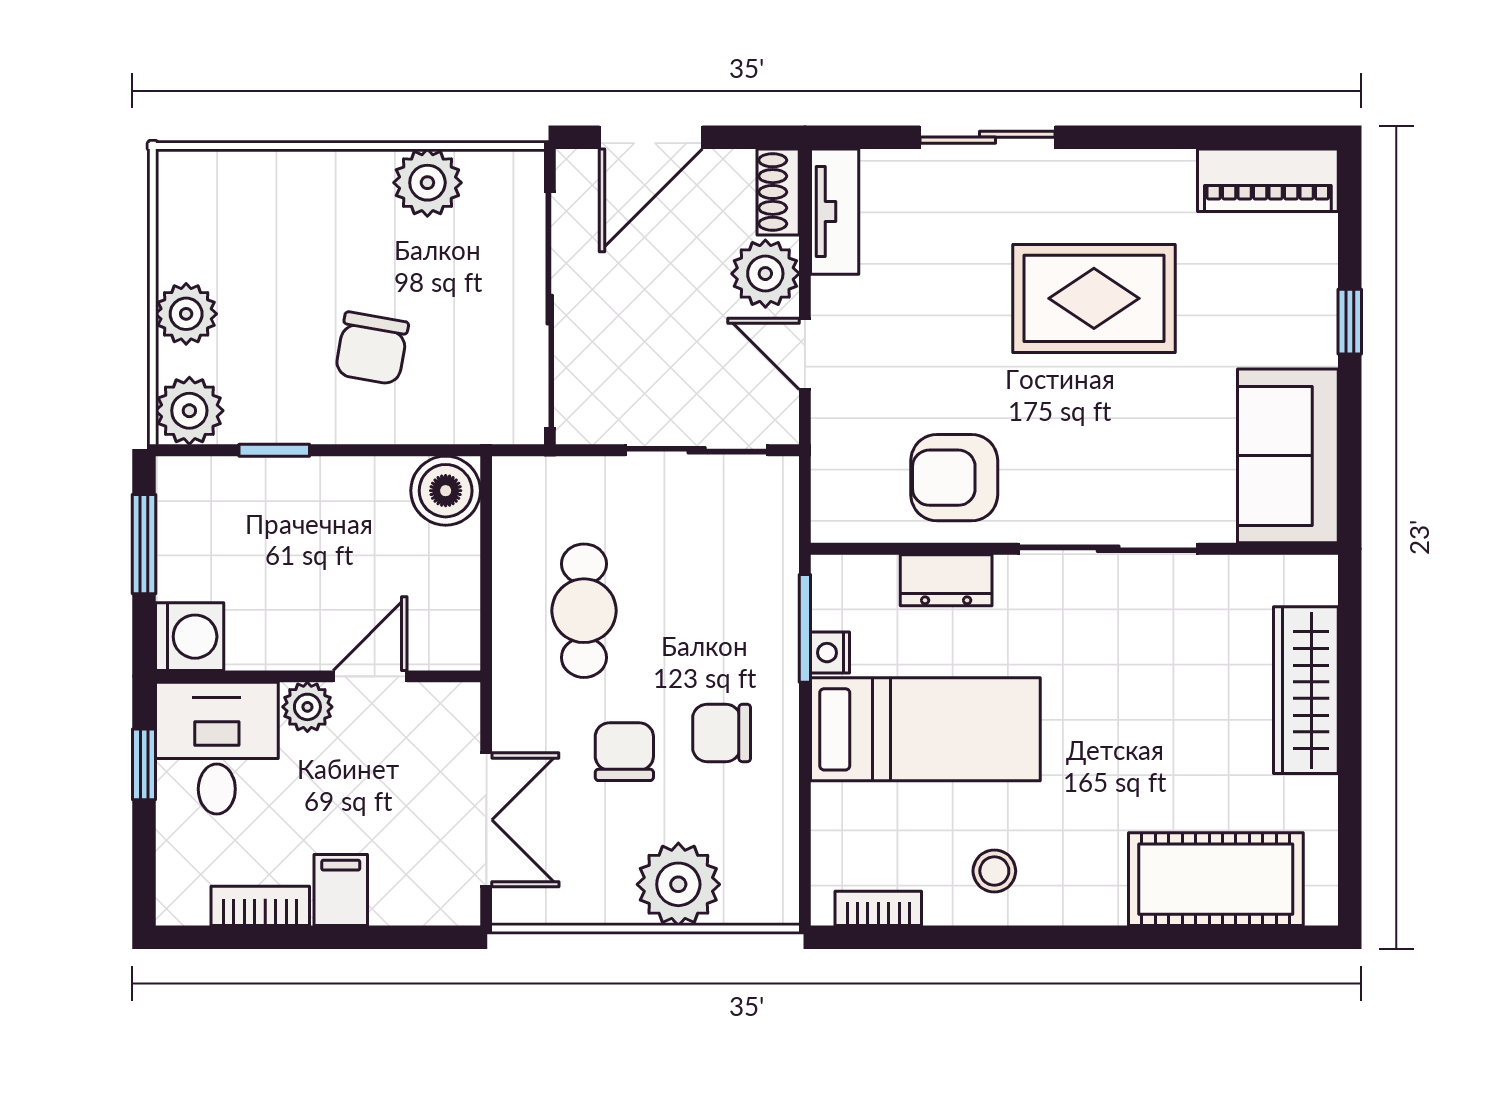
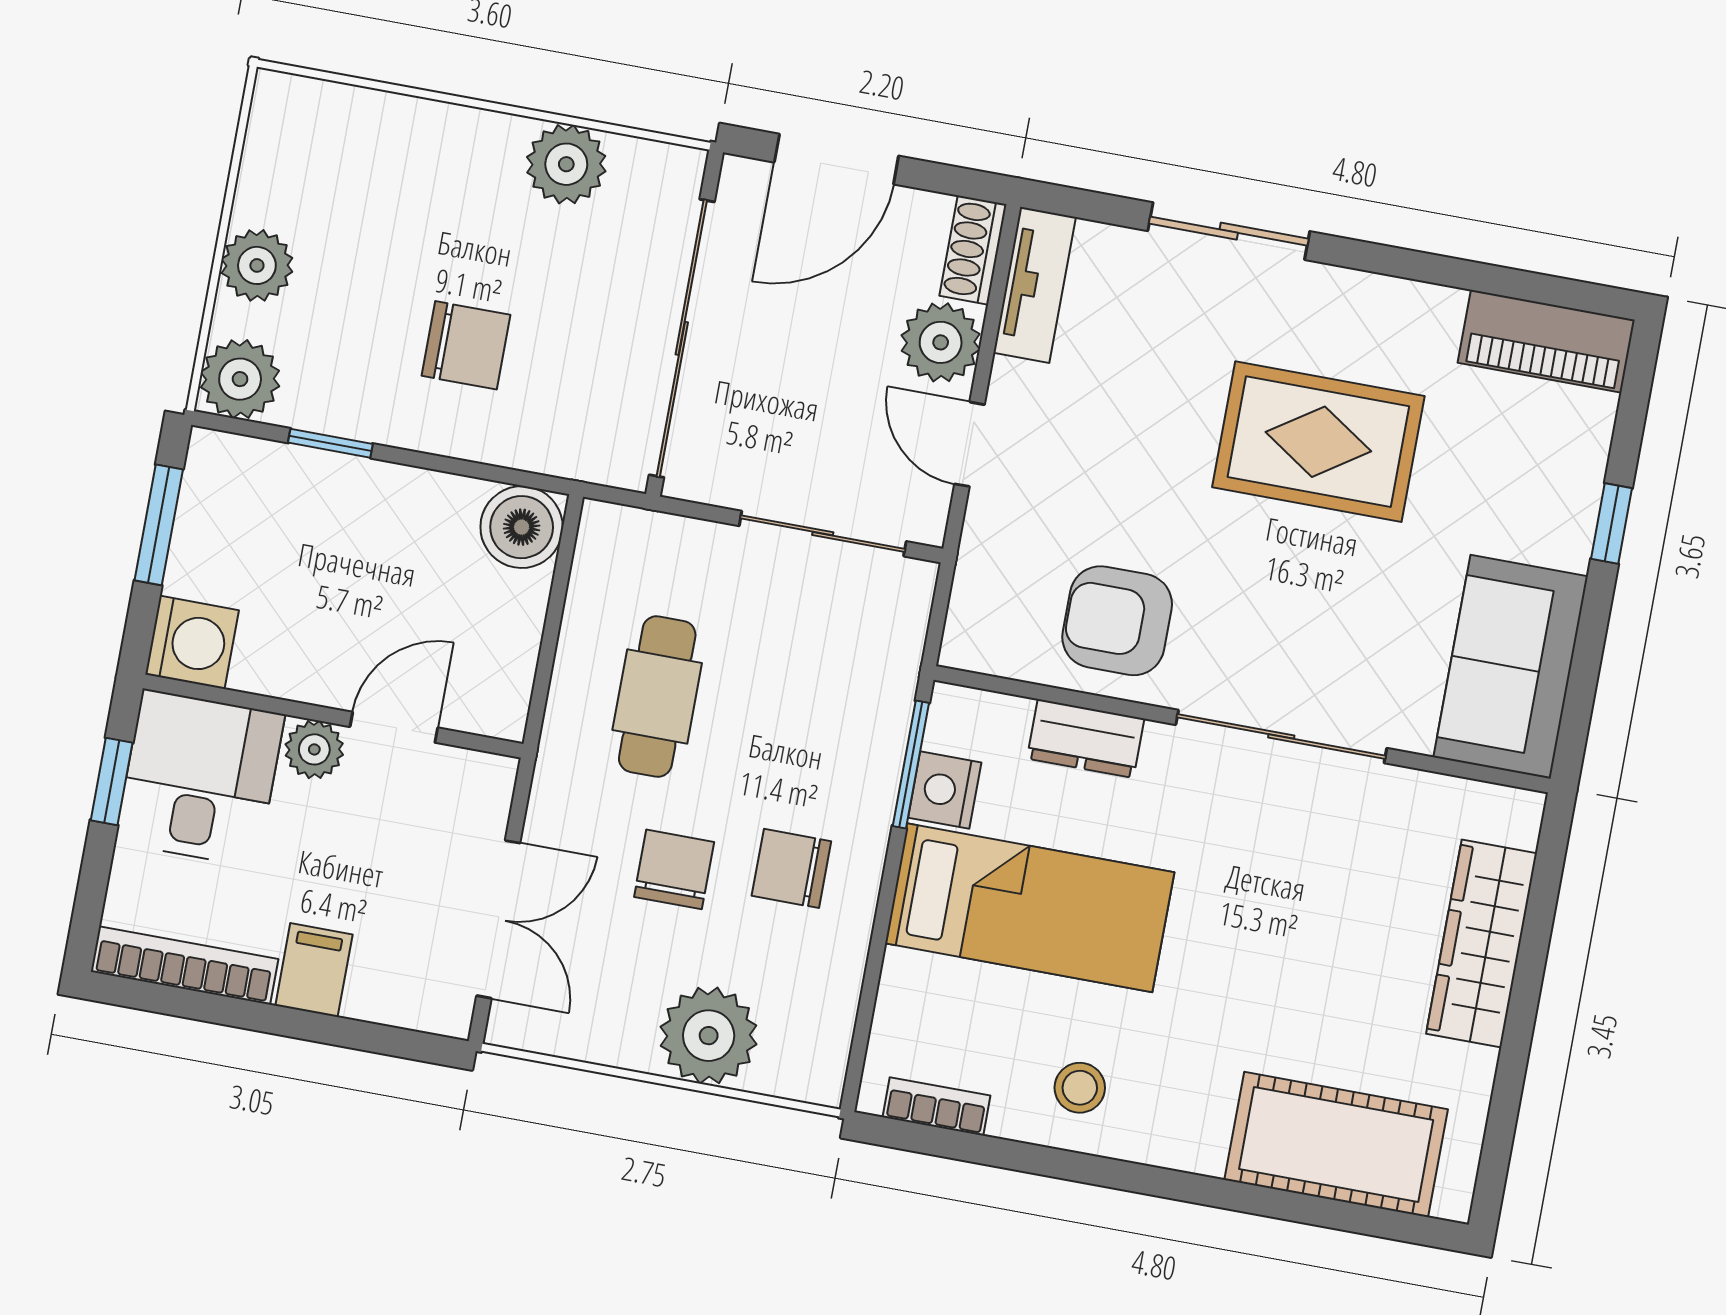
chair: (372, 348) -> (466, 345), turned -100
nightstand: (830, 653) -> (945, 790), width x1.39, depth x1.35
bookcase: (260, 906) -> (184, 965), width x1.56

